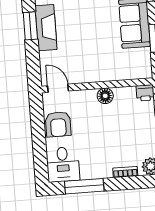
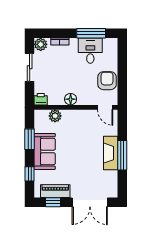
window: (30, 26) -> (122, 155), width x1.44
plant: (124, 72) -> (55, 116), added
desk: (63, 164) -> (90, 51), moved

